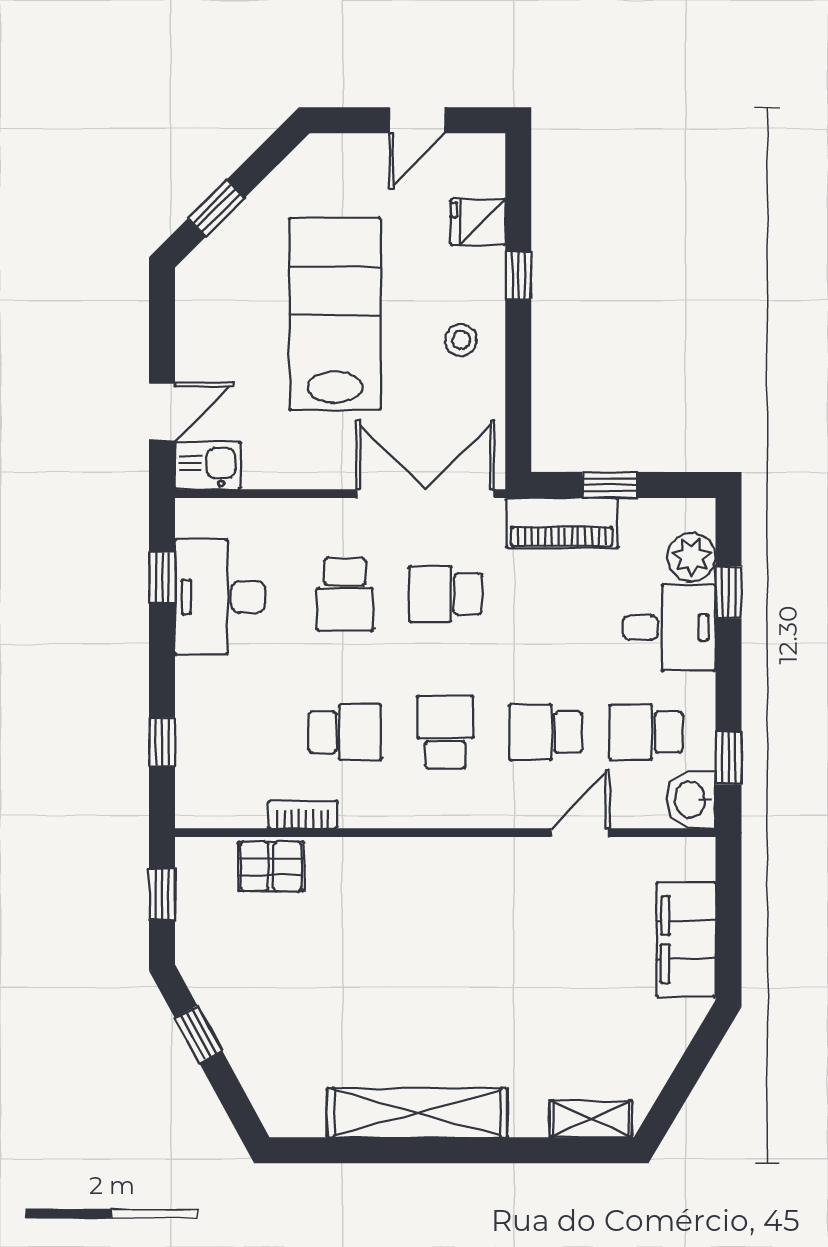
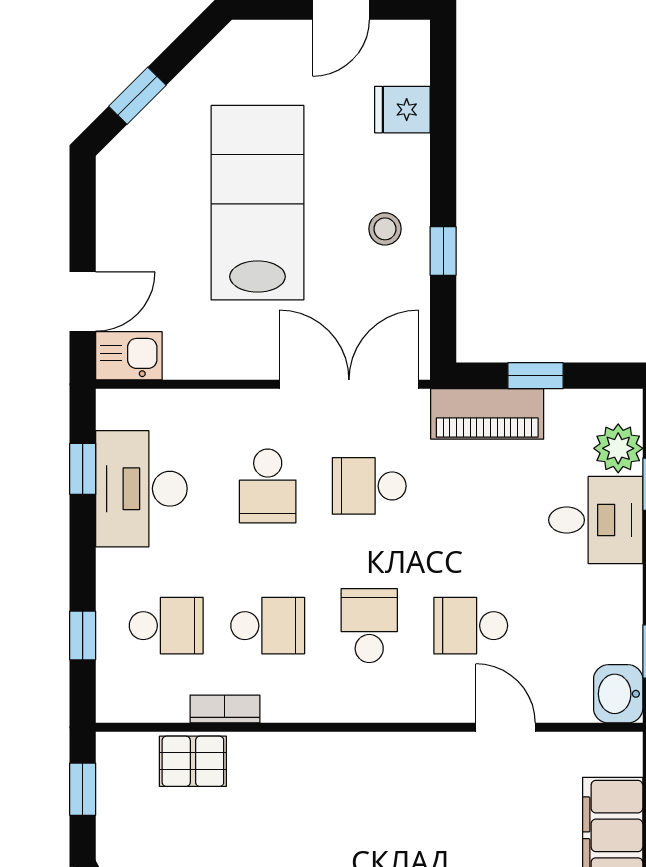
window: (518, 275) -> (443, 251), moved
school desk: (646, 732) -> (166, 626), moved, turned 180
door: (580, 833) -> (506, 727), hinge flipped

